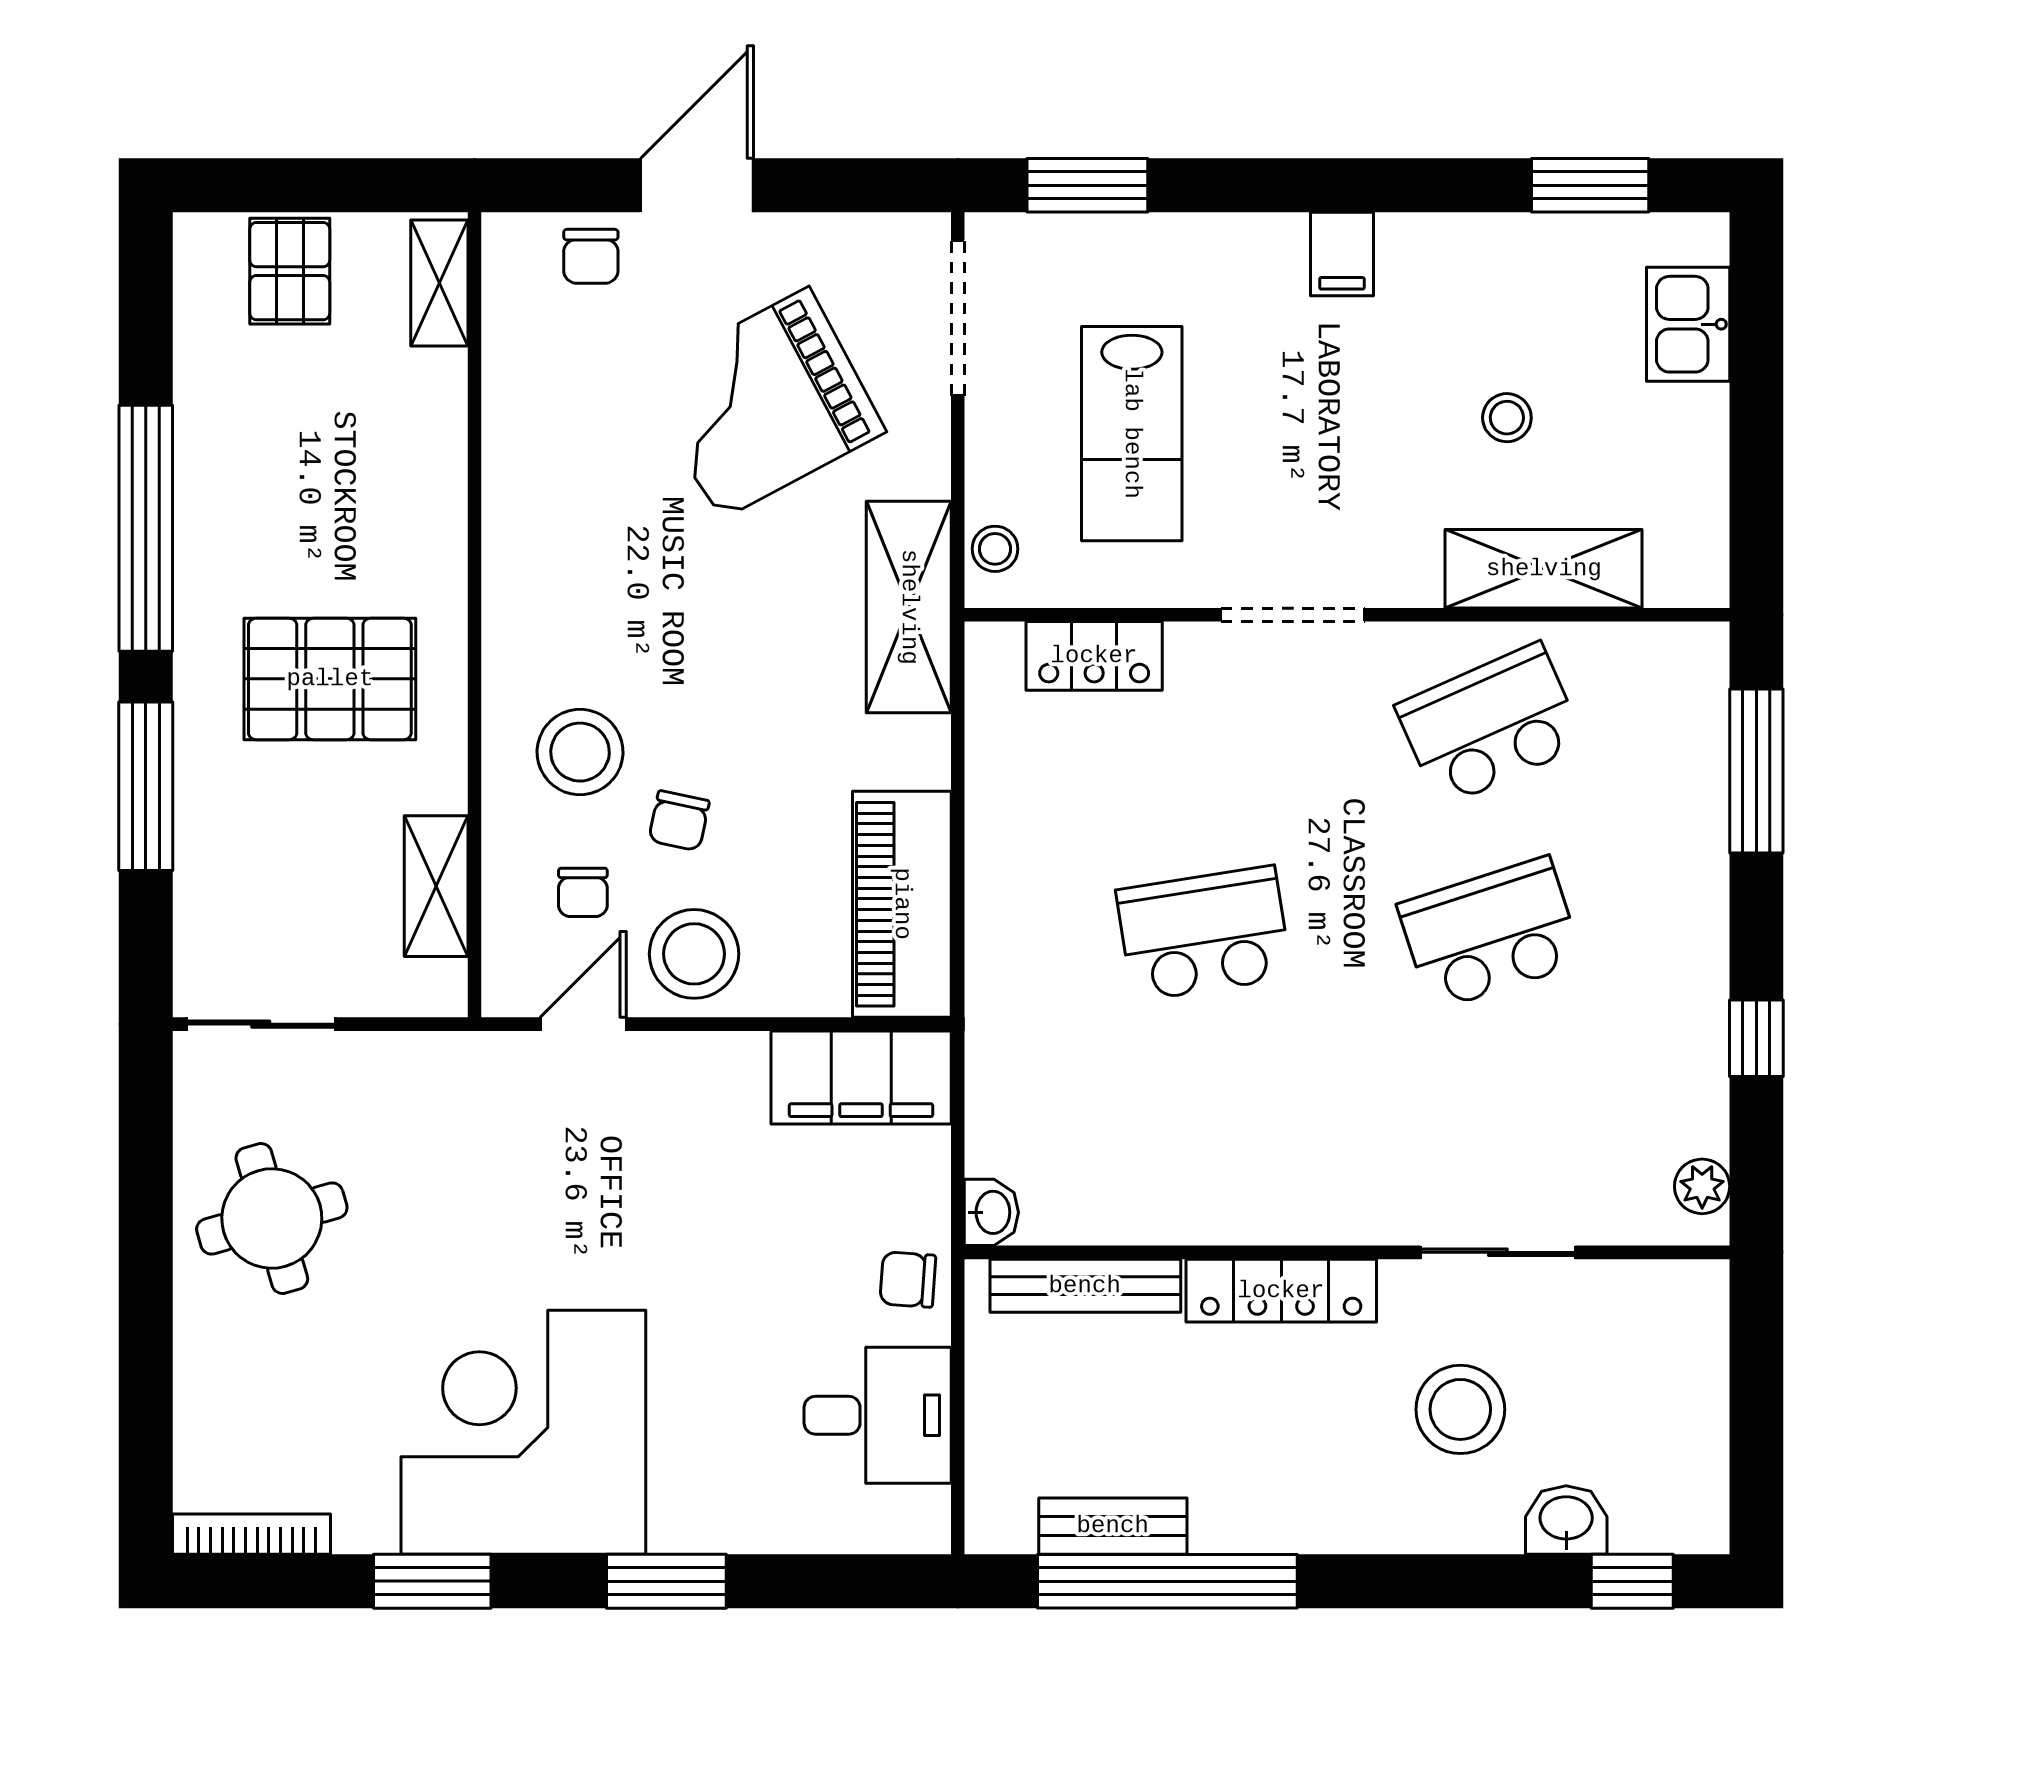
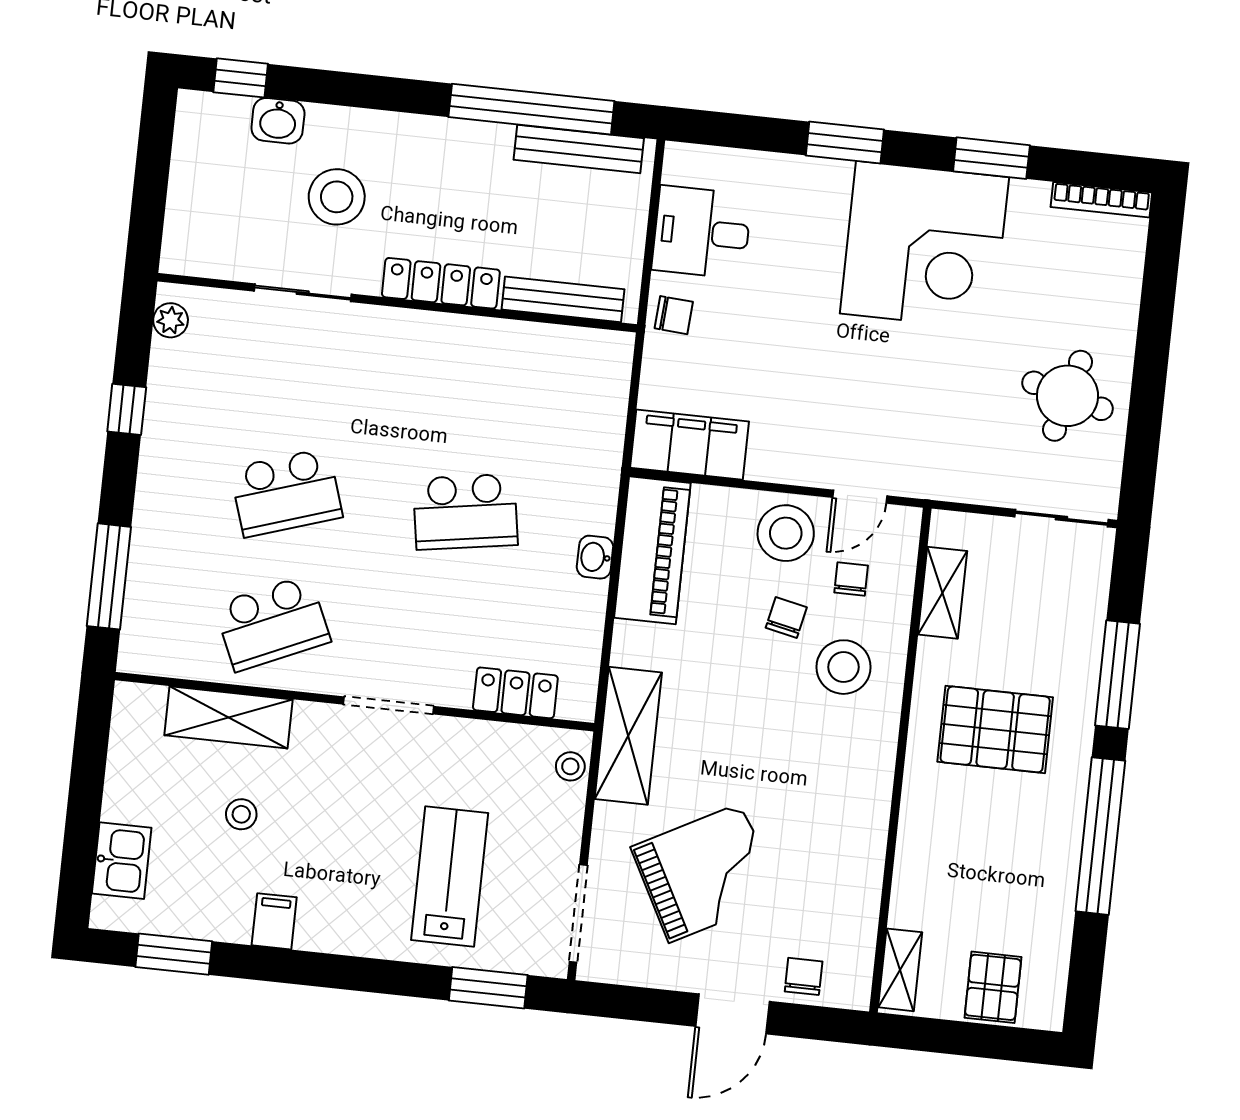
filing cabinet: (1342, 254) -> (274, 921), moved
lab bench: (1132, 434) -> (450, 876), moved
washbasin: (991, 1212) -> (595, 557), moved
round table: (272, 1218) -> (1068, 396), turned 31
bench: (1113, 1526) -> (579, 149), width x1.36

